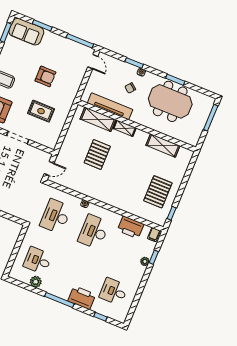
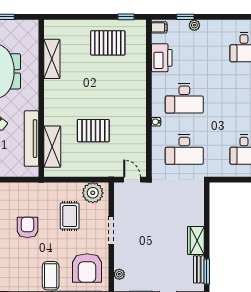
shelving: (125, 128) -> (50, 111), removed
plant: (51, 135) -> (93, 193), added

